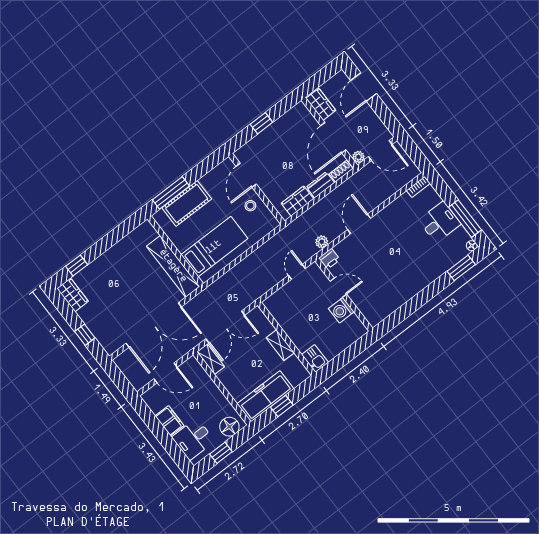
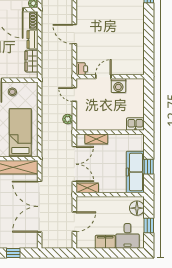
plant: (322, 242) -> (68, 119), moved
double door: (154, 325) -> (40, 207), swing flipped
shelving: (280, 345) -> (96, 139), moved

